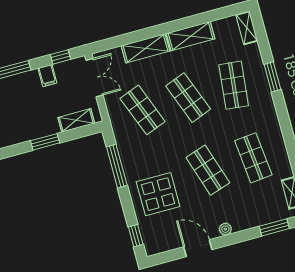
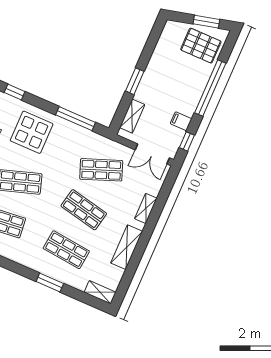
shelving: (145, 48) -> (146, 208), width x0.67, depth x0.75
shop shelf: (188, 98) -> (84, 210), turned 33

